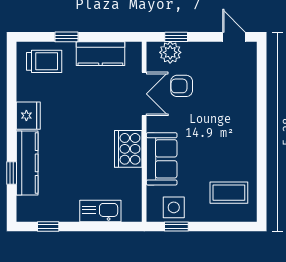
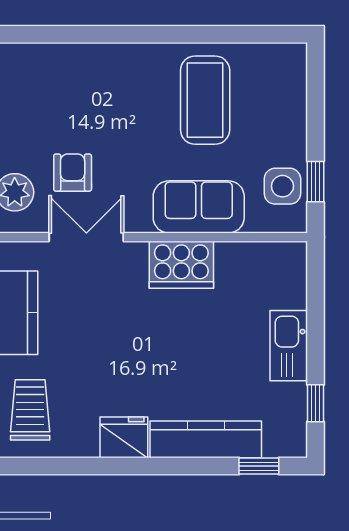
armchair: (182, 86) -> (73, 173), turned 180
window: (12, 173) -> (259, 466), moved
coffee table: (229, 193) -> (205, 100), moved, width x1.36, depth x1.32
kitchen sink: (100, 211) -> (289, 346), moved

